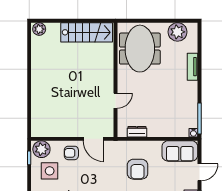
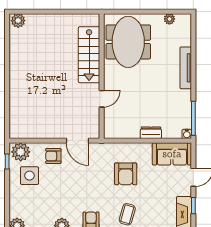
stairs: (87, 32) -> (89, 55), moved, turned 90
plant: (178, 32) -> (169, 19), width x0.53, depth x0.53
tv unit: (192, 67) -> (186, 68), width x1.41
dresser: (137, 132) -> (151, 133), moved

